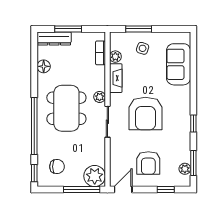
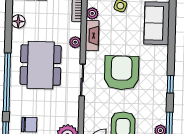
plant: (100, 97) -> (75, 42), moved
armchair: (145, 114) -> (122, 73), turned 180

